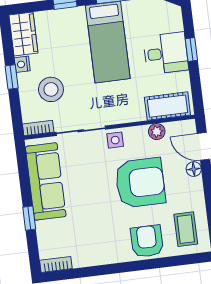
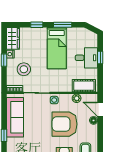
armchair: (140, 183) -> (65, 124), turned 180

